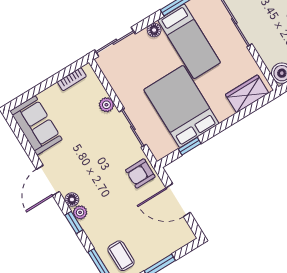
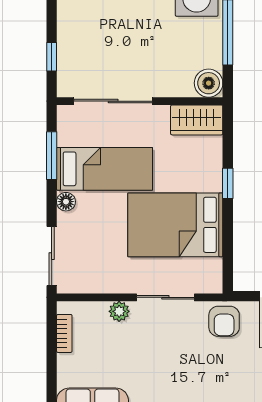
wardrobe: (247, 94) -> (197, 120), moved, turned -90
window: (190, 146) -> (228, 183), moved

